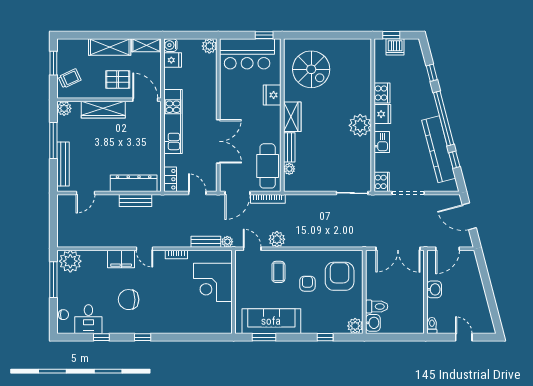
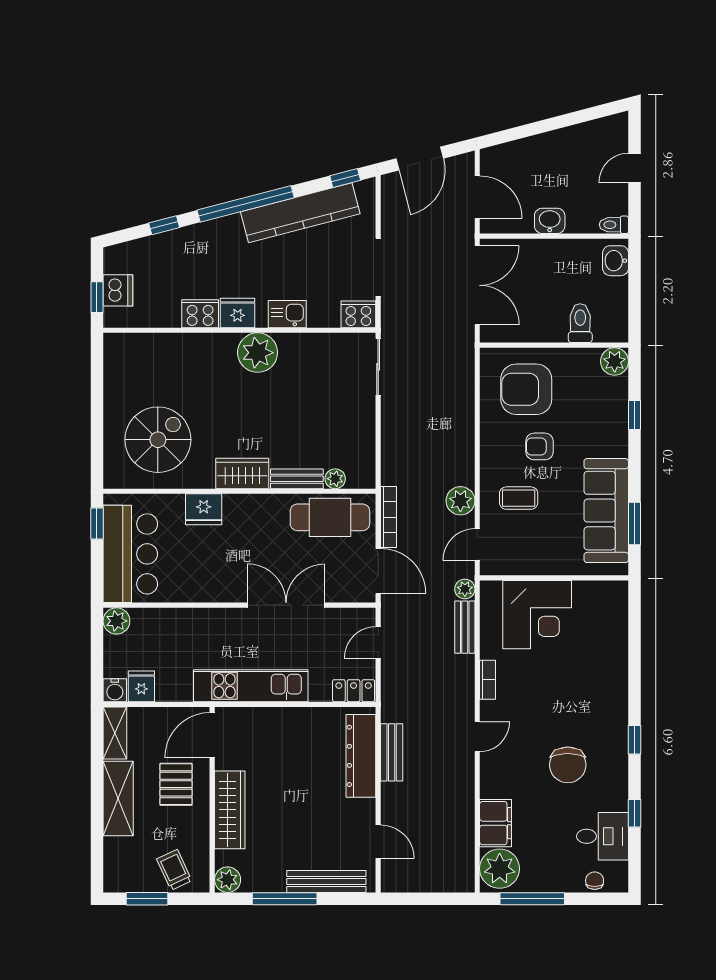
window: (454, 160) -> (345, 178), moved
filing cabinet: (121, 259) -> (496, 823), moved
washbasin: (373, 323) -> (616, 261), moved, turned -90

